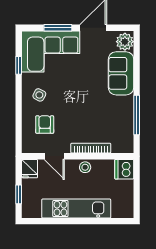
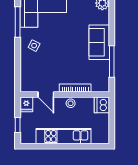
window: (19, 65) -> (18, 22), width x2.17
sofa: (121, 73) -> (99, 42), moved
armchair: (45, 125) -> (38, 69), removed

